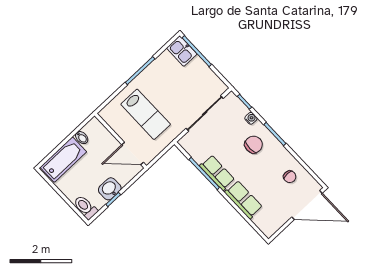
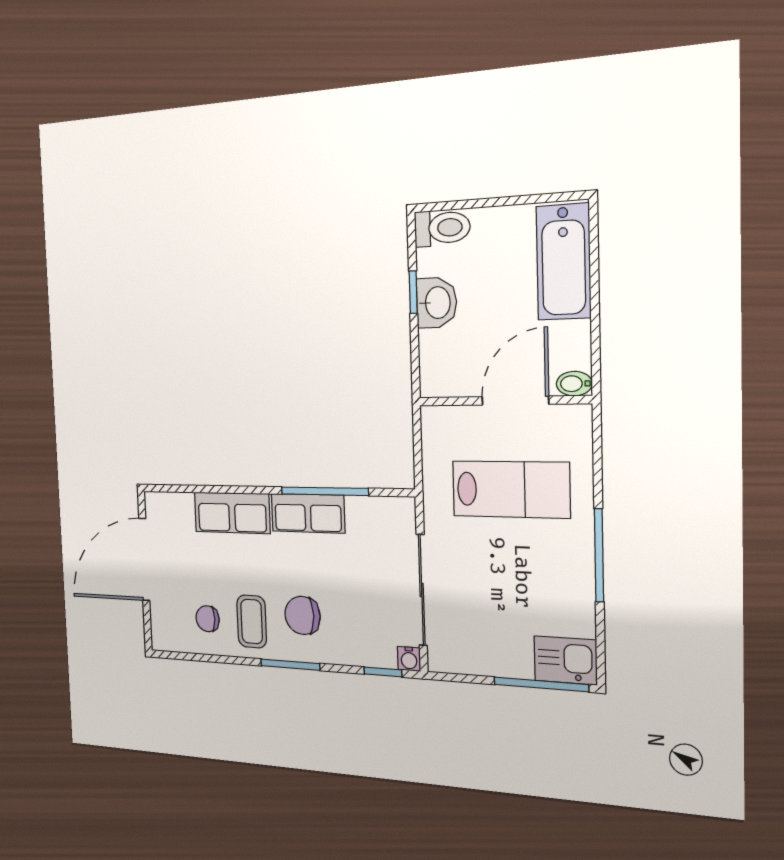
lab bench: (146, 114) -> (511, 489), turned 180
water cooler: (251, 118) -> (409, 659), moved
bidet: (82, 138) -> (574, 384), moved
chair: (254, 145) -> (303, 615), turned 90
door: (133, 154) -> (515, 401), moved
coffee table: (274, 160) -> (252, 621), added
door: (307, 205) -> (144, 560), moved

